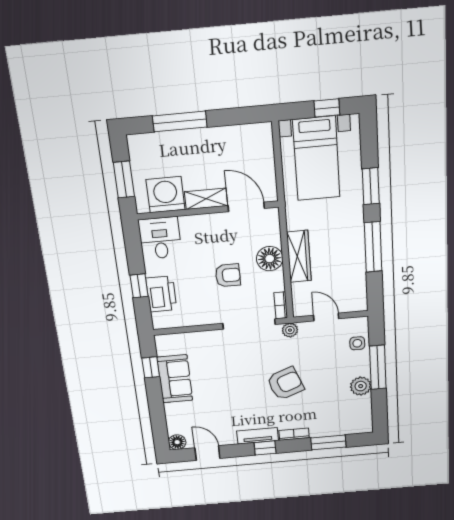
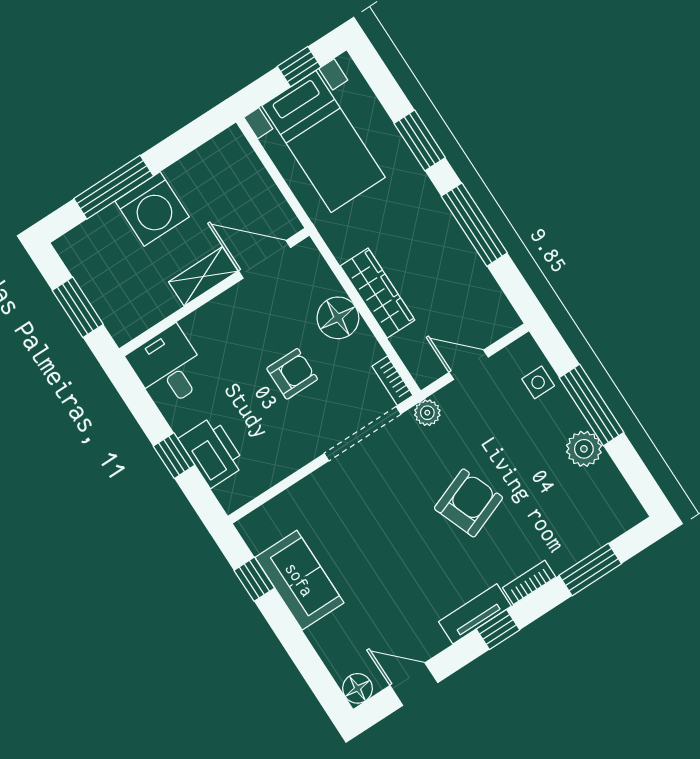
washing machine: (166, 195) -> (152, 209), moved, turned 180

